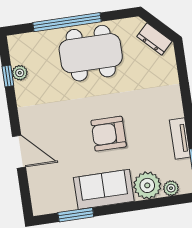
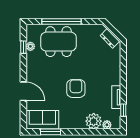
dining table: (91, 53) -> (58, 42), moved
armchair: (109, 134) -> (76, 88), turned 90
sofa: (104, 189) -> (42, 120), moved

